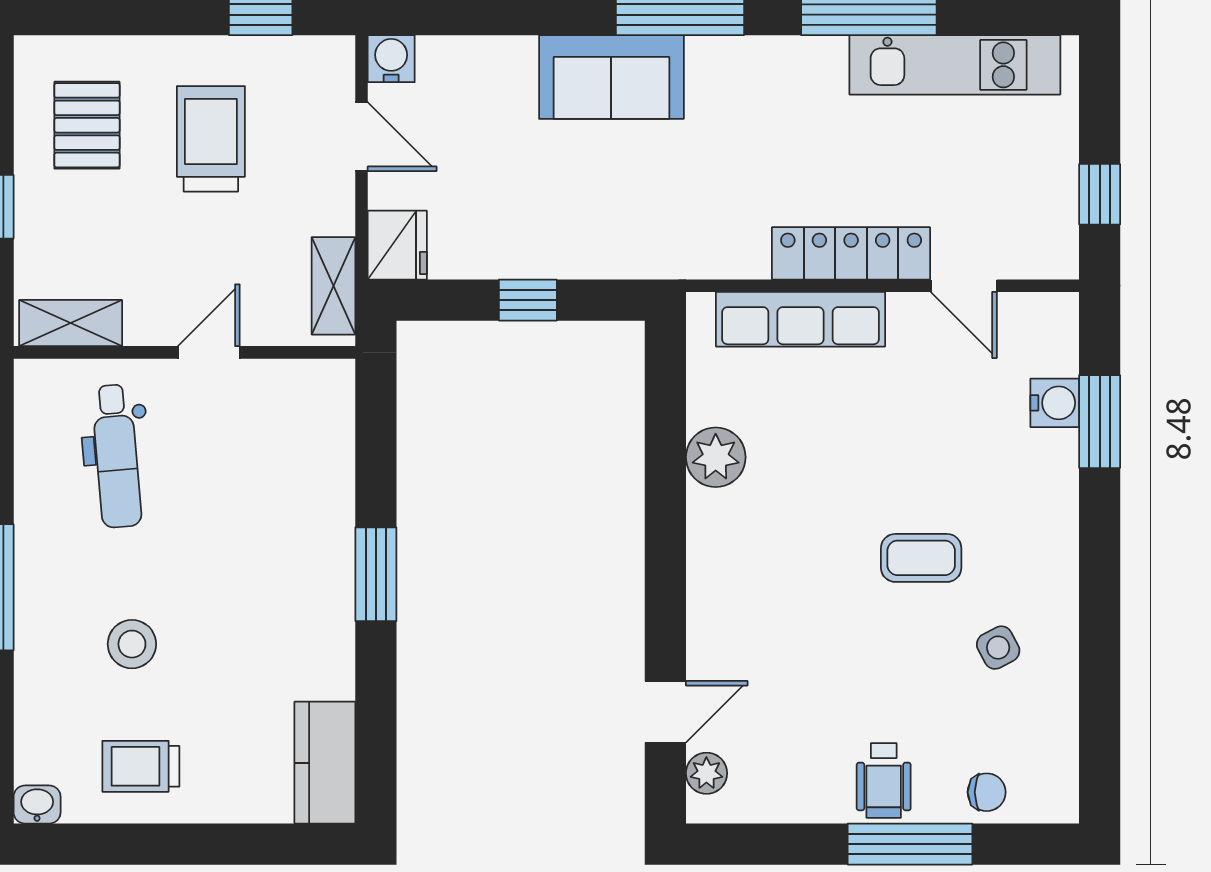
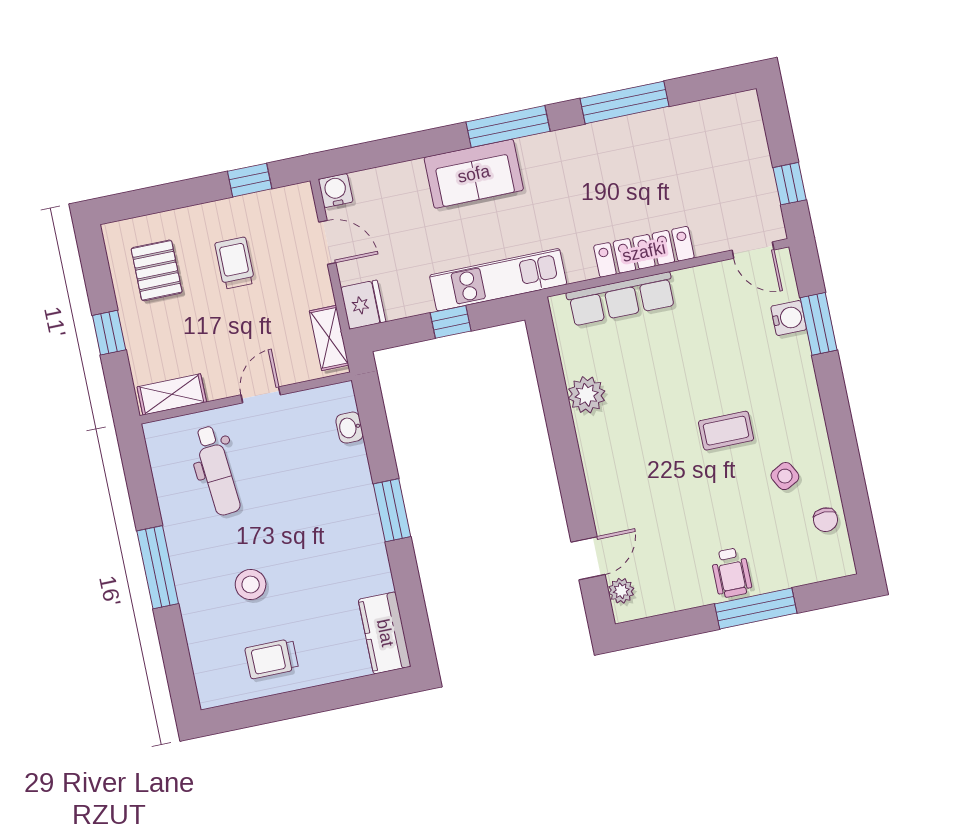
kitchen unit: (955, 65) -> (498, 280), moved, turned 180
trolley: (211, 139) -> (235, 263), width x0.73, depth x0.72
door: (964, 286) -> (753, 250), moved
chair: (987, 792) -> (825, 520), moved, turned 90
washbasin: (37, 805) -> (349, 428), moved, turned -90

